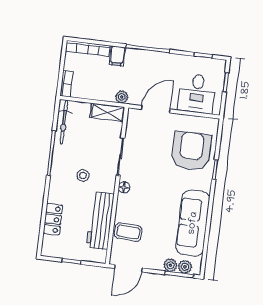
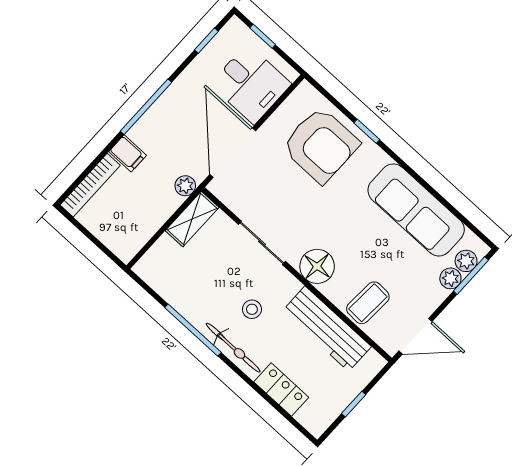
bookcase: (67, 84) -> (117, 246), removed
door: (156, 109) -> (233, 153), width x1.36
bicycle: (64, 122) -> (233, 348), moved
armchair: (191, 151) -> (321, 145), turned 180
floor lamp: (124, 187) -> (317, 266), width x1.89, depth x1.89
door: (128, 268) -> (416, 336), hinge flipped

